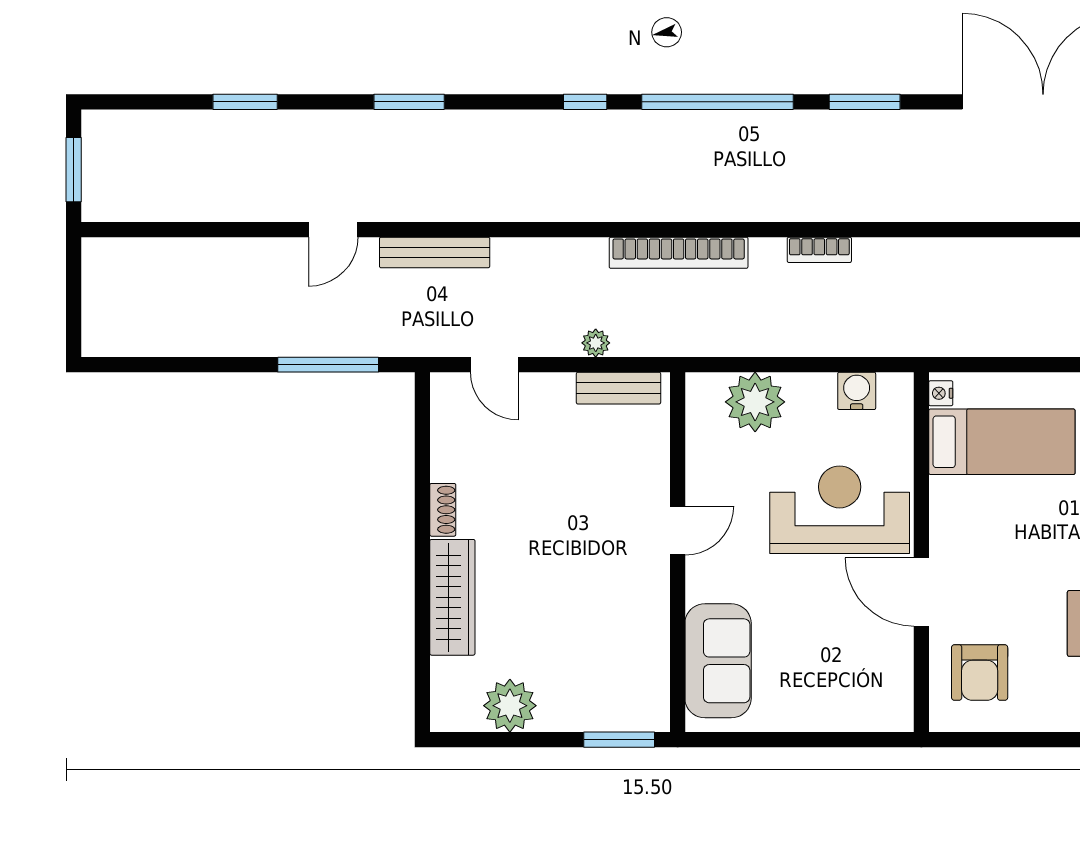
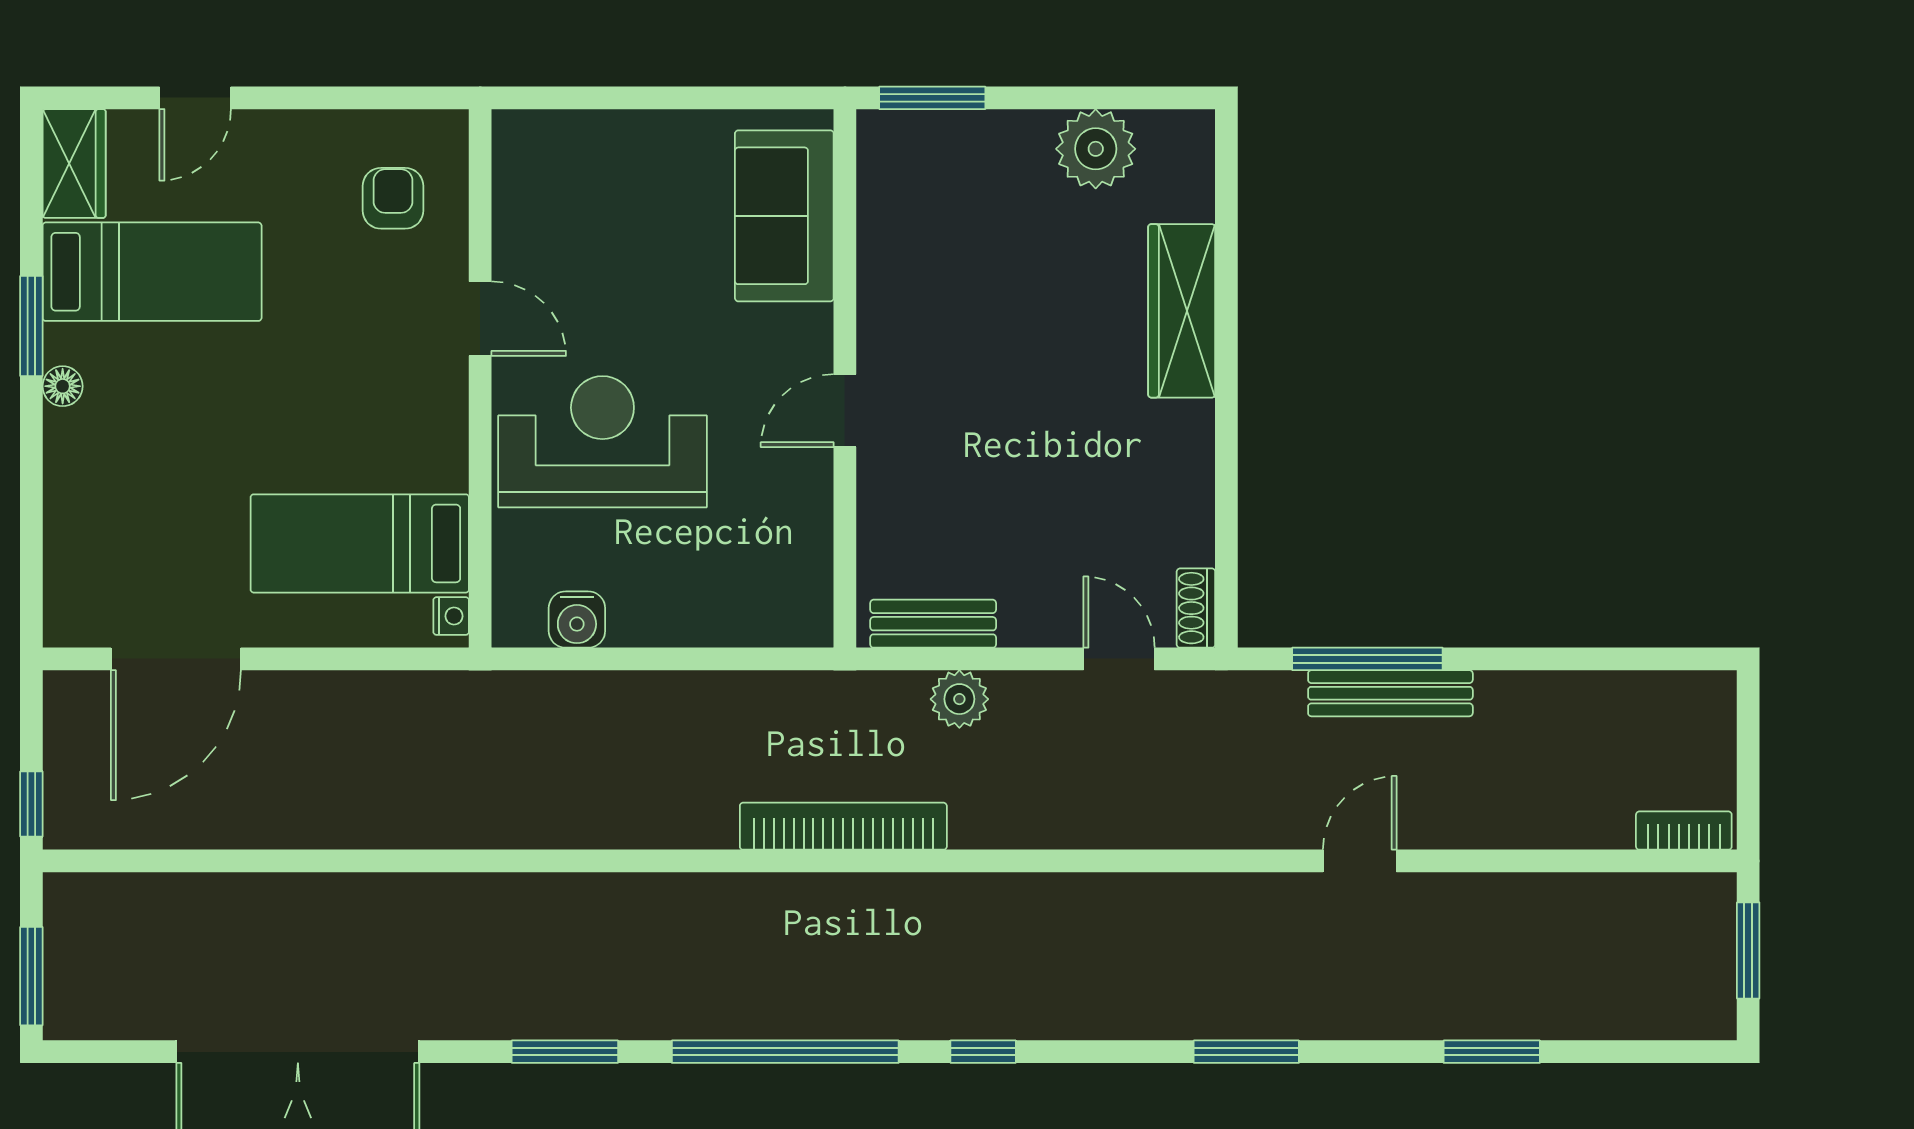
bookcase: (819, 250) -> (1684, 831), moved
bench: (435, 252) -> (1390, 693), moved
plant: (596, 343) -> (959, 699), width x1.38, depth x1.38
plant: (755, 402) -> (729, 603), removed
shoe rack: (443, 510) -> (1196, 608), moved
reception desk: (840, 510) -> (602, 442), turned 180
door: (921, 592) -> (480, 319), width x0.73
armchair: (980, 673) -> (393, 198), width x0.72, depth x0.72

